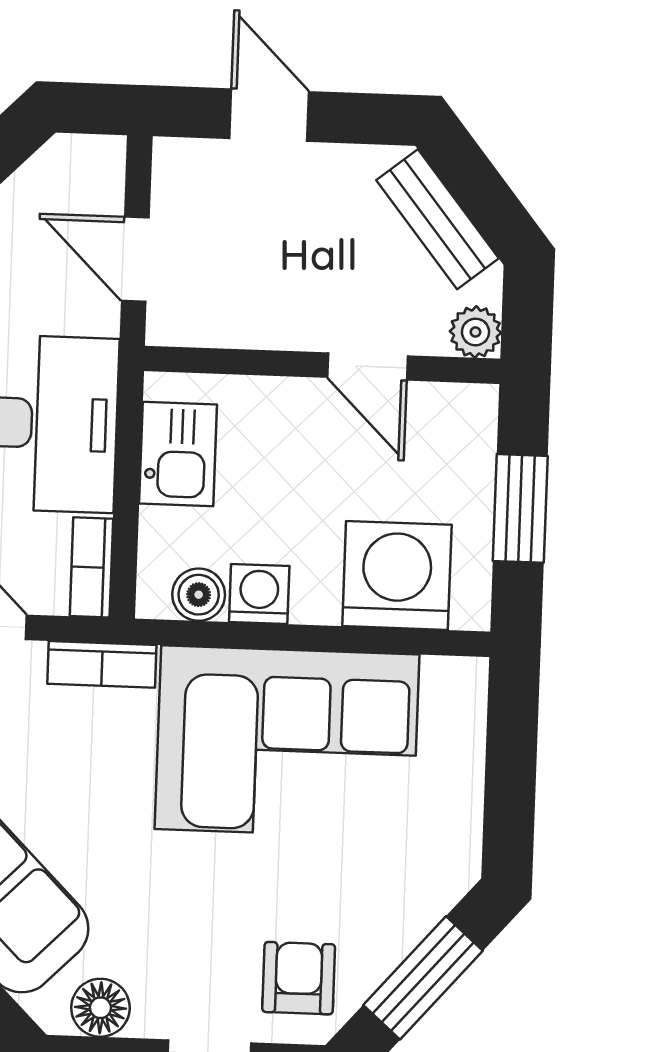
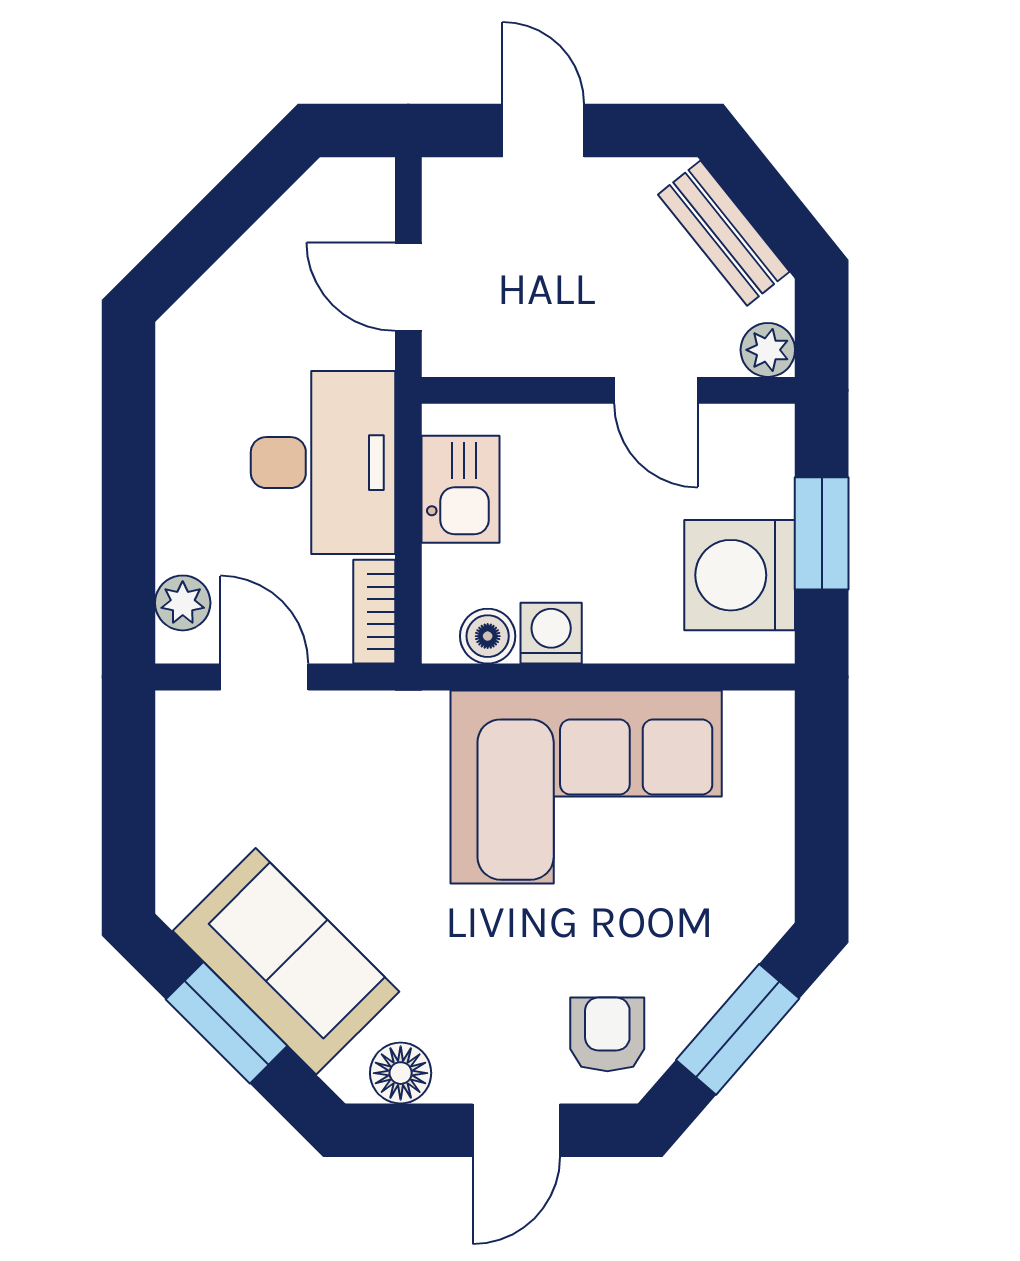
washing machine: (397, 575) -> (740, 575), moved, turned -90
bookcase: (102, 664) -> (389, 713), removed

